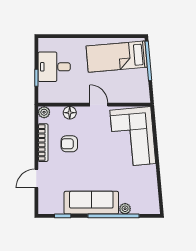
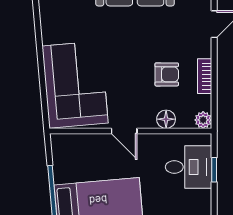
desk: (54, 67) -> (189, 167), moved
bookcase: (43, 143) -> (205, 76), width x0.64

